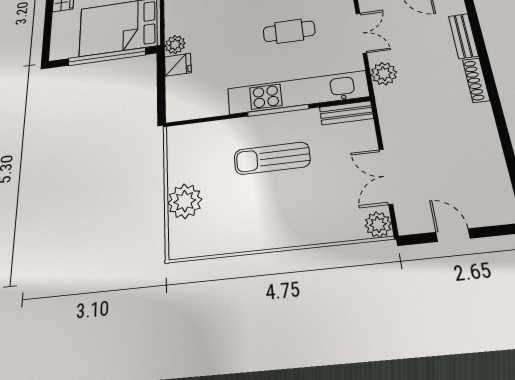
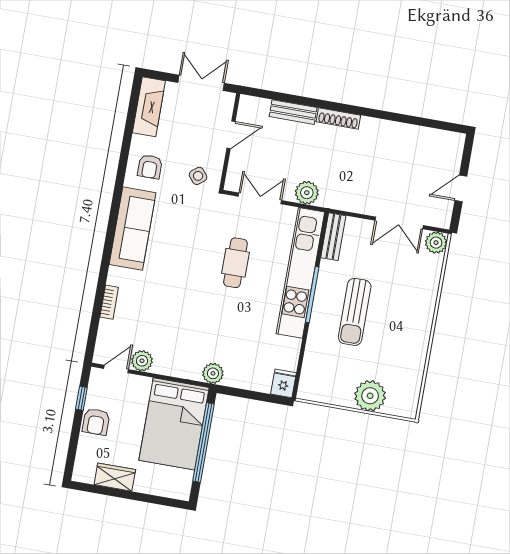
fridge: (178, 65) -> (284, 383), moved

